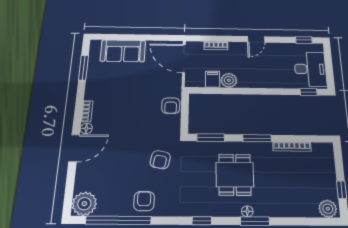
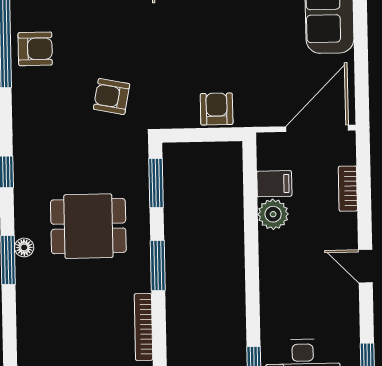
armchair: (171, 106) -> (217, 109), turned 90
armchair: (144, 201) -> (35, 49), moved

